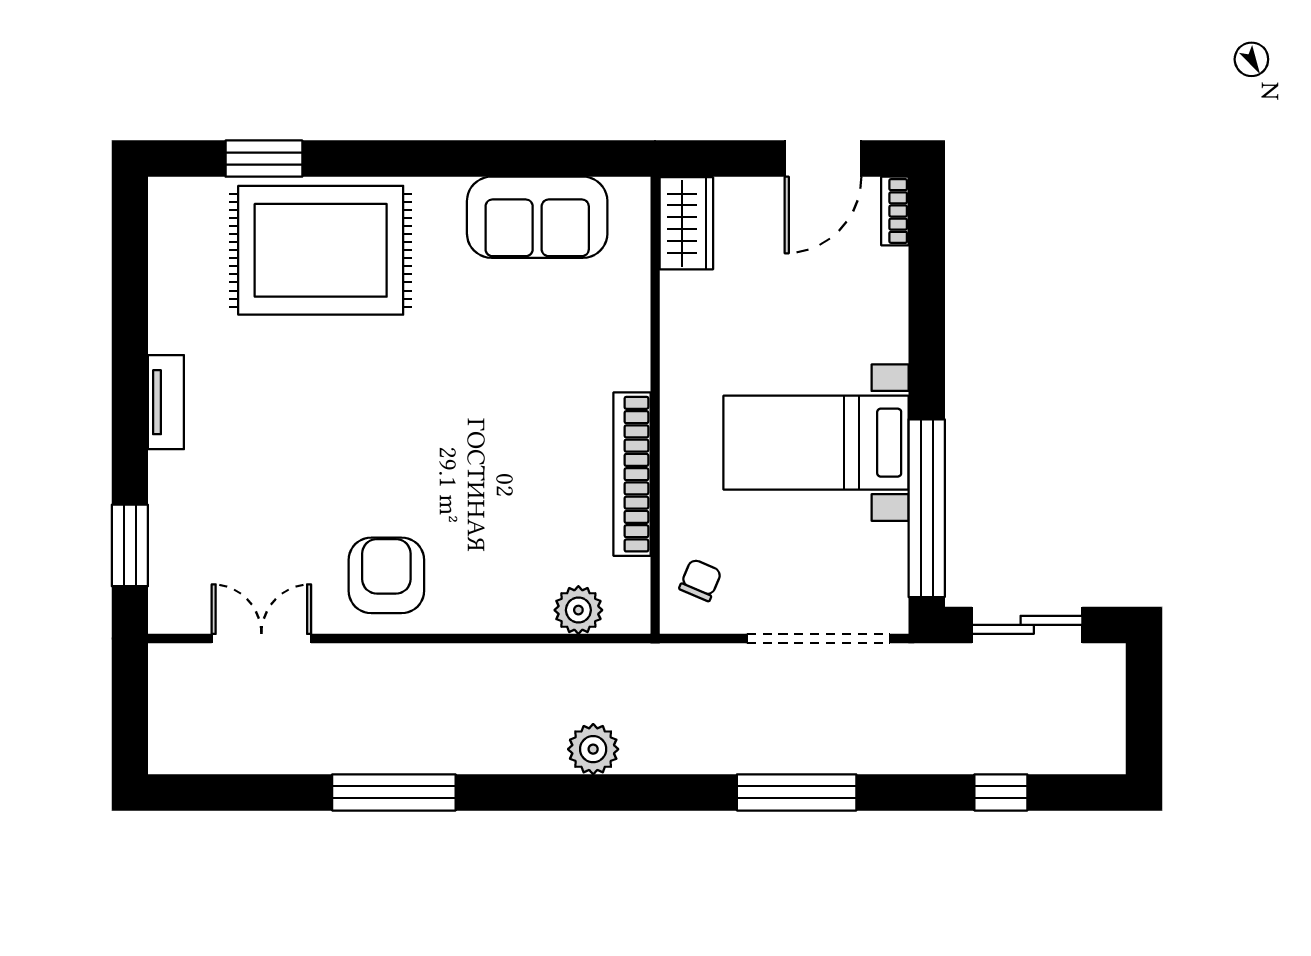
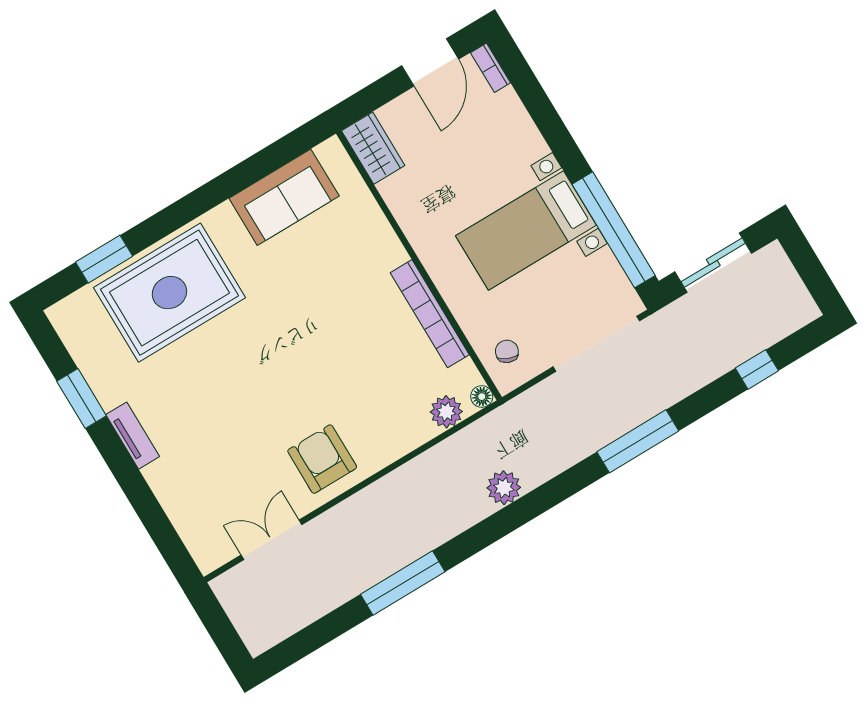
window: (130, 545) -> (82, 398), moved
floor lamp: (634, 618) -> (482, 397), added

